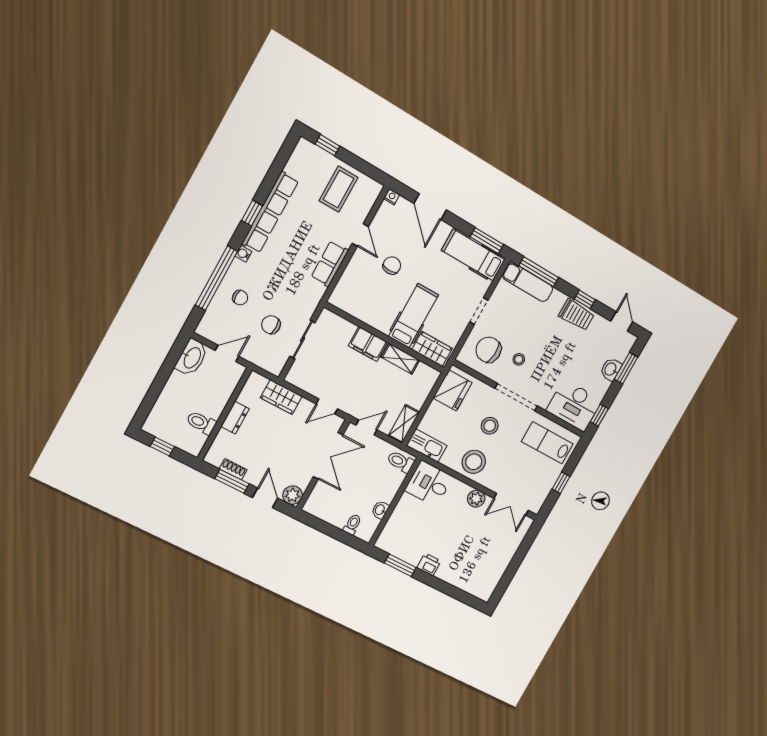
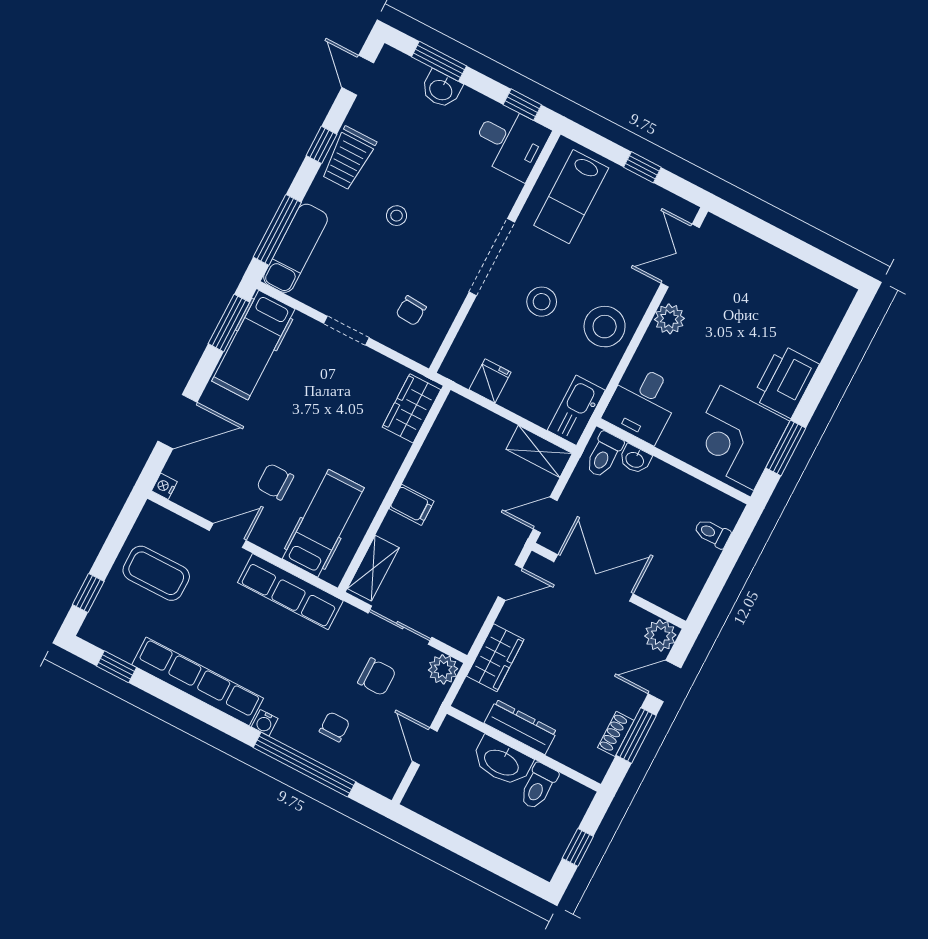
window: (252, 213) -> (117, 667), moved
row of seats: (330, 264) -> (290, 592), width x1.48
trolley: (576, 315) -> (348, 158), turned 180
hospital bed: (413, 316) -> (323, 523), moved, turned 90
door: (622, 321) -> (358, 75), hinge flipped
chair: (271, 325) -> (377, 677), turned -90
filing cabinet: (368, 344) -> (412, 505), width x0.50
chair: (488, 350) -> (411, 311), width x0.54, depth x0.54
washbasin: (192, 358) -> (502, 762), moved, turned 180
shelving: (400, 359) -> (373, 568), moved
stool: (519, 359) -> (397, 216), moved
plant: (275, 365) -> (443, 669), added
fridge: (453, 390) -> (490, 381), width x0.53, depth x0.75
desk: (574, 405) -> (510, 142), width x0.73
door: (327, 406) -> (510, 582), hinge flipped
dresser: (235, 418) -> (521, 727), width x1.44
door: (366, 427) -> (545, 515), hinge flipped
double door: (511, 504) -> (680, 255), swing flipped
washbasin: (380, 510) -> (635, 459), moved
corner desk: (407, 538) -> (737, 438), added
printer: (429, 564) -> (786, 381), width x1.87, depth x1.48

